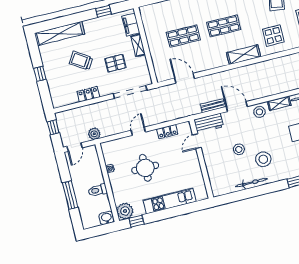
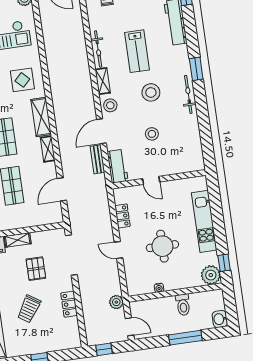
shelving: (217, 63) -> (48, 149), added
door: (197, 141) -> (151, 180), moved
stool: (263, 159) -> (151, 92), moved
bicycle: (251, 183) -> (188, 94), moved
washbasin: (107, 218) -> (220, 319), moved

